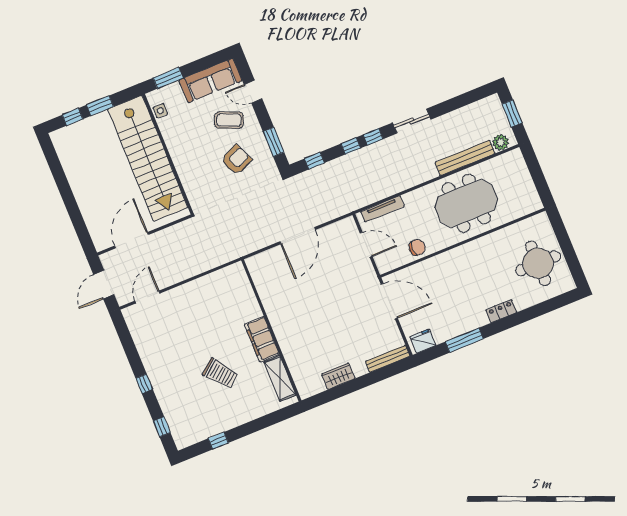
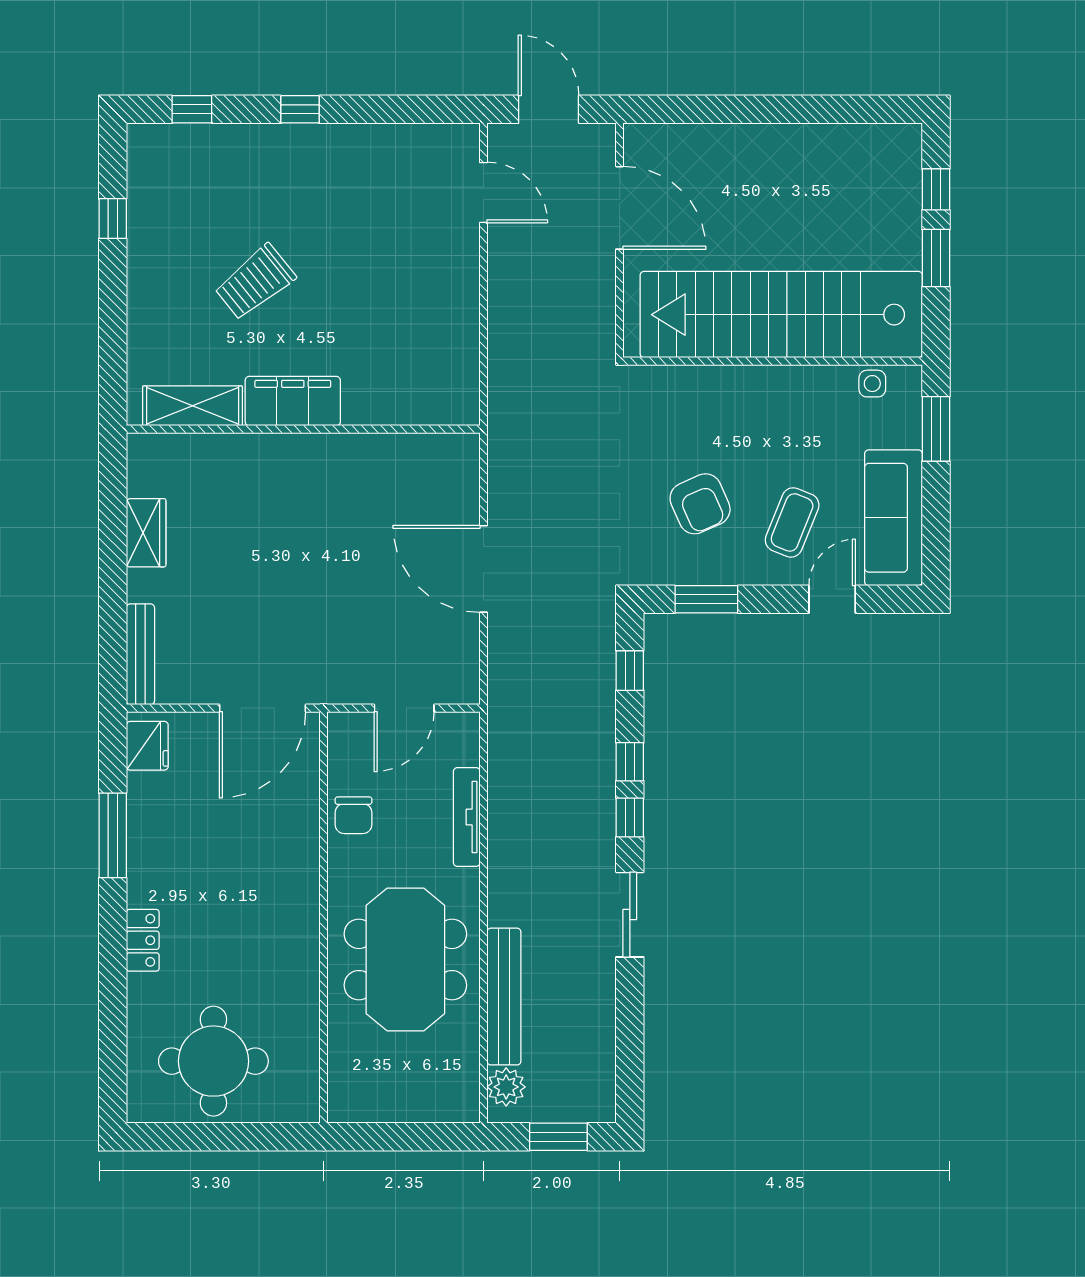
tv unit: (382, 209) -> (467, 817), moved

